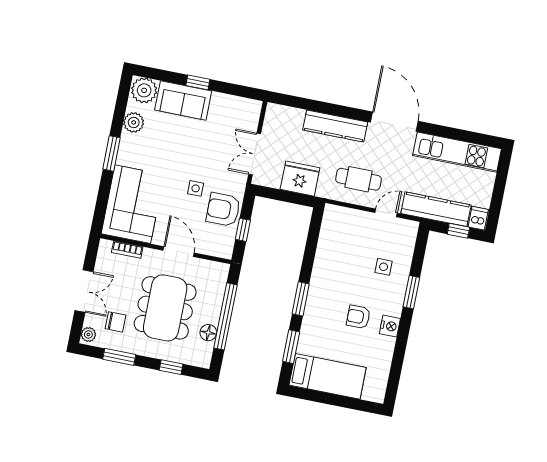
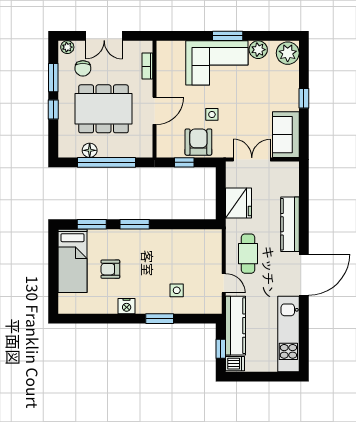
sofa: (183, 100) -> (286, 135), moved
corner sofa: (133, 204) -> (217, 63), moved
armchair: (358, 317) -> (110, 269), moved, turned -90
window: (171, 367) -> (53, 109), moved

